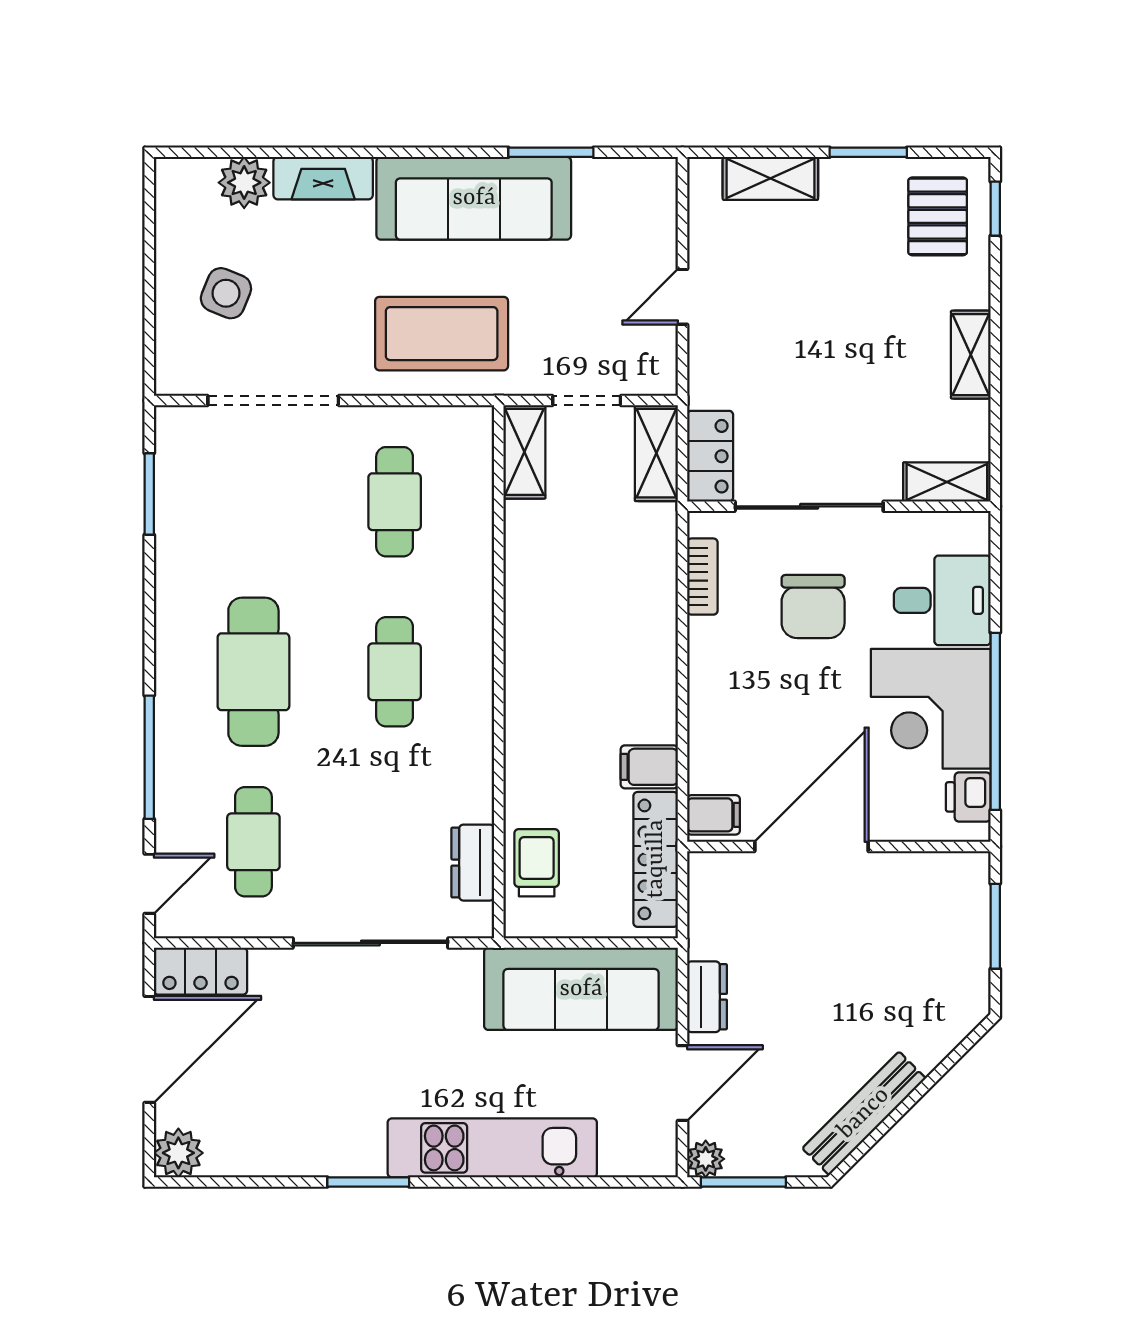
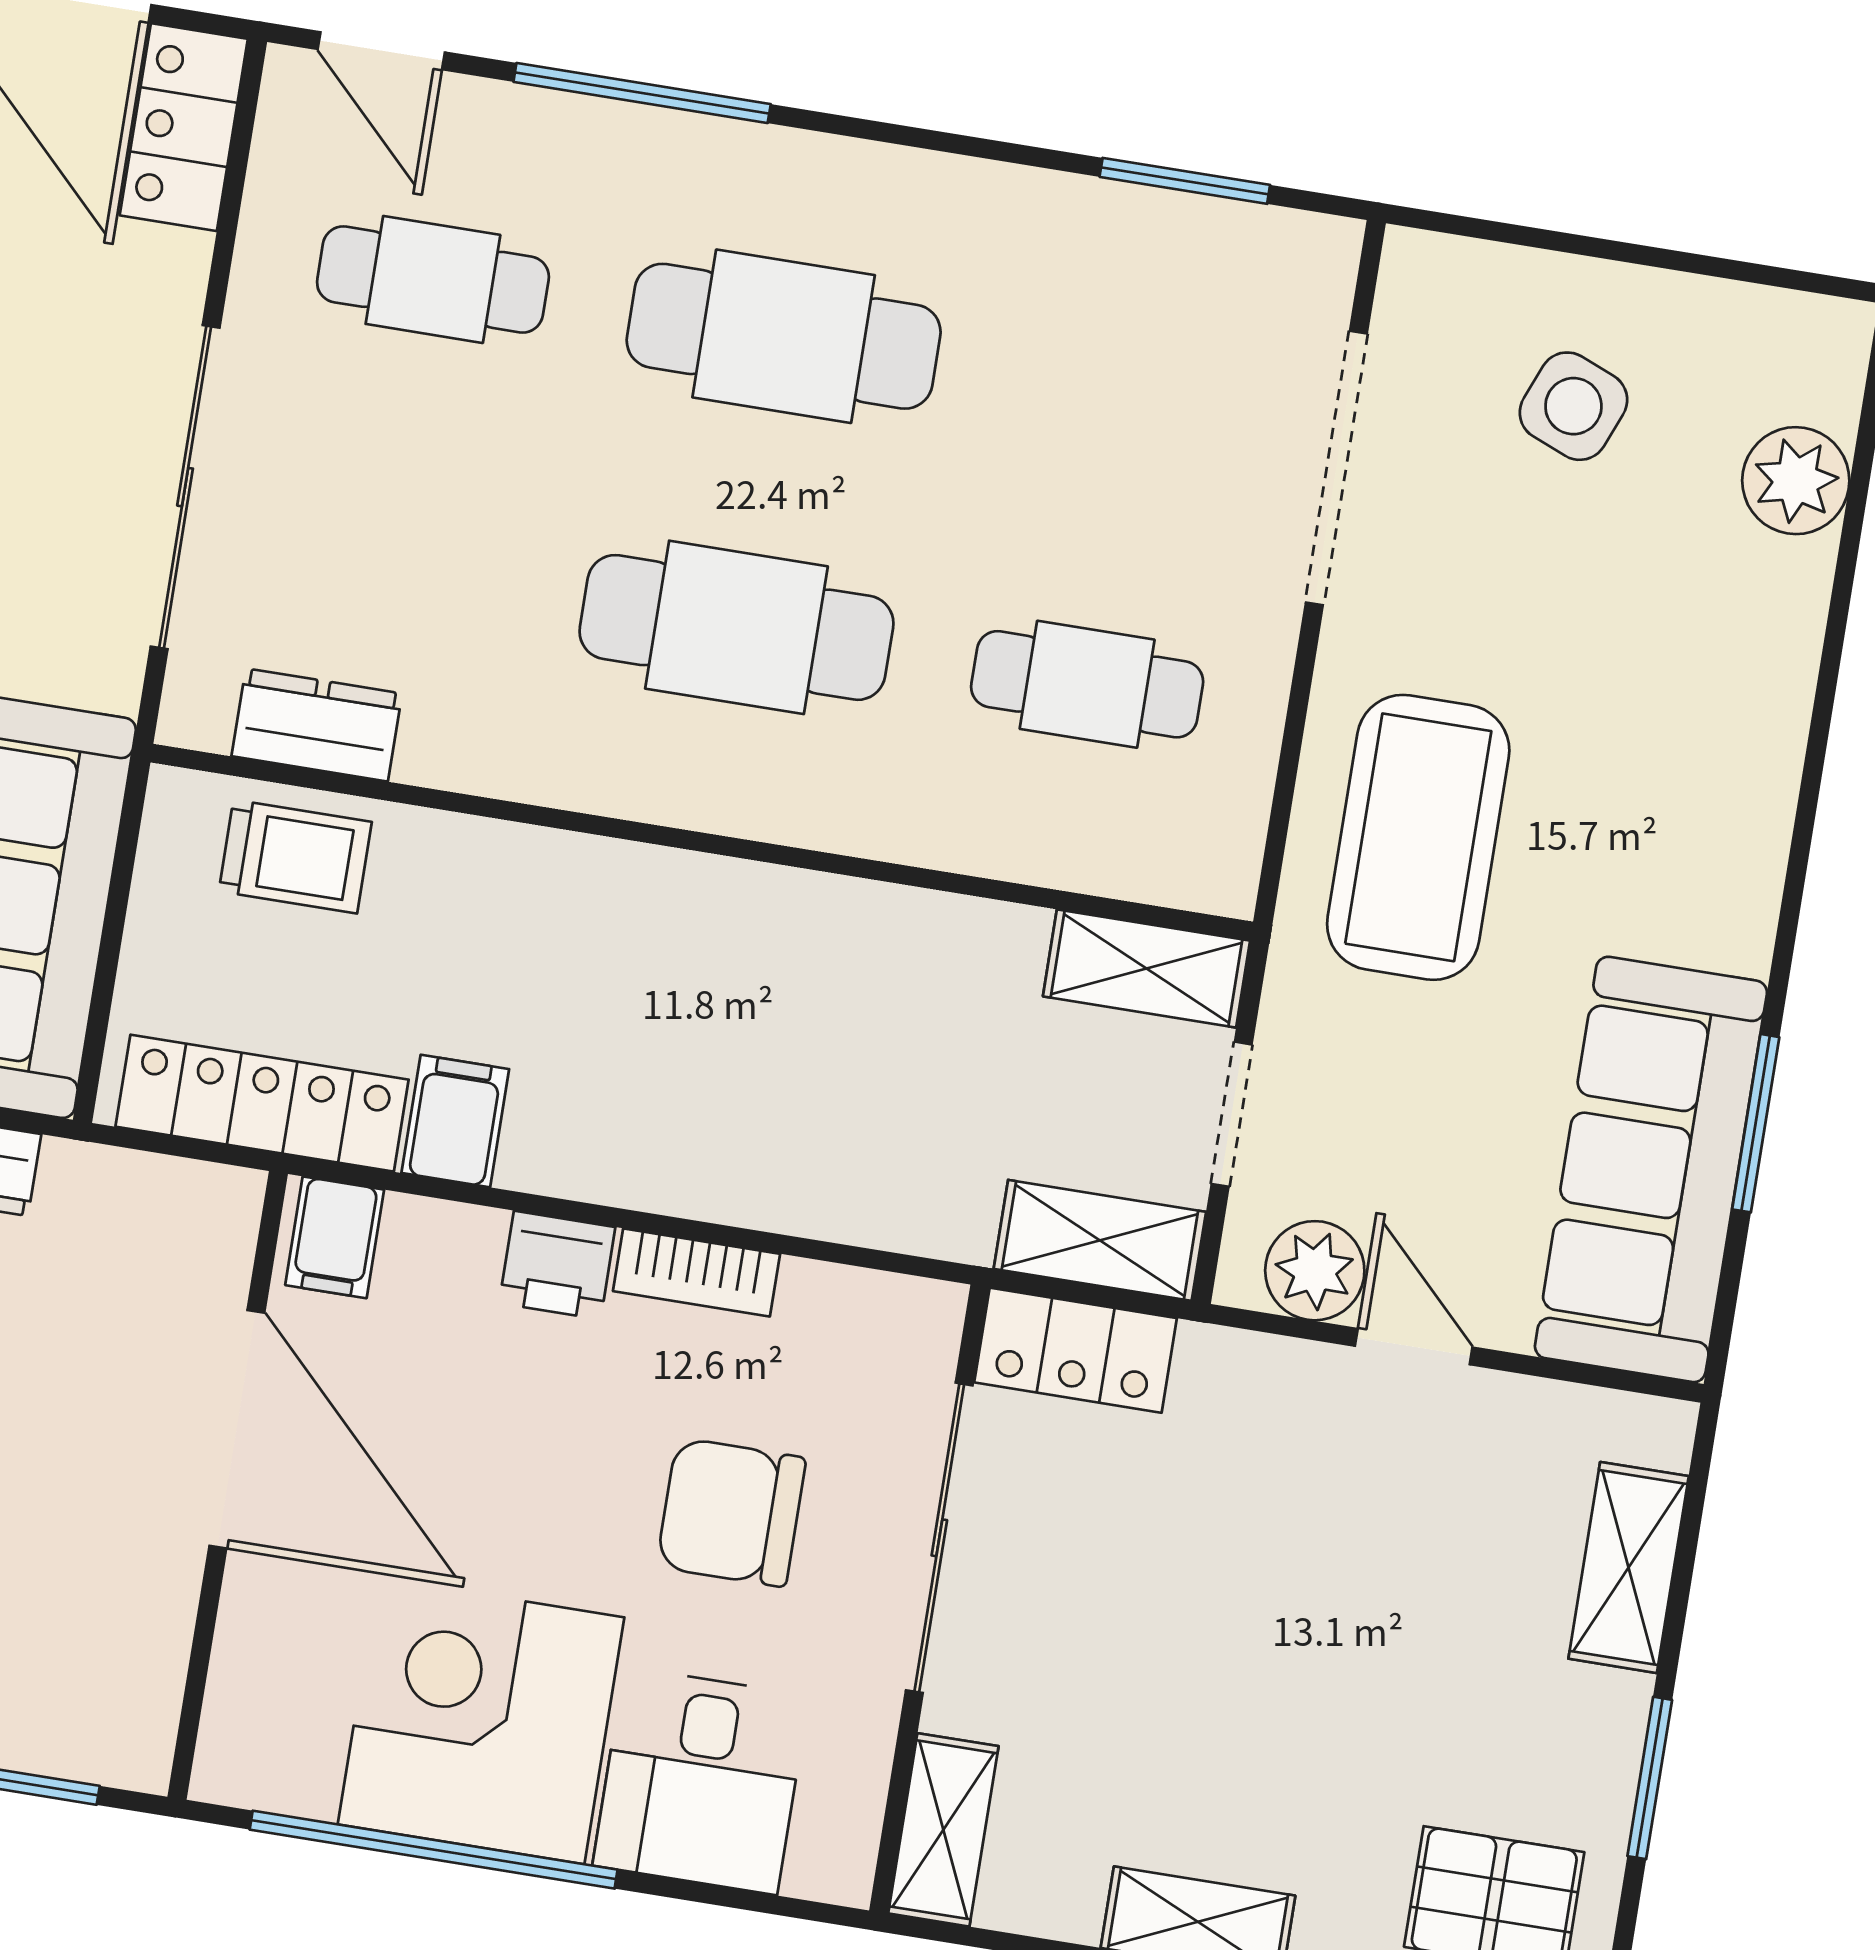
fireplace: (323, 178) -> (1779, 645), removed
sofa: (474, 198) -> (1651, 1169), moved
plant: (654, 349) -> (1315, 1271), added
bookcase: (702, 577) -> (697, 1272), moved
cafe table: (395, 672) -> (736, 627), width x1.37, depth x1.35
printer: (968, 797) -> (557, 1265), moved, turned 180

